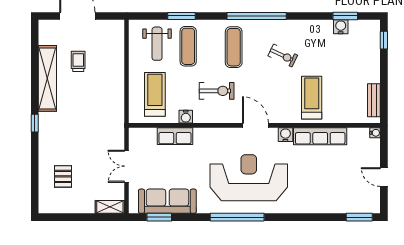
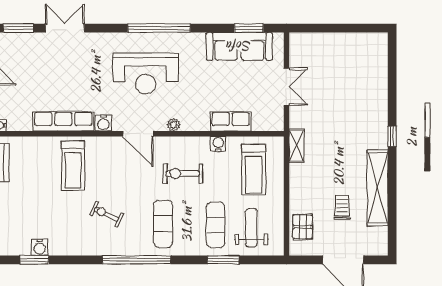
trolley: (78, 61) -> (342, 207), turned 180
plant: (225, 133) -> (173, 125), added
pallet: (63, 176) -> (303, 227), moved
reception desk: (249, 178) -> (146, 73), width x0.74, depth x0.77
shelving: (110, 207) -> (297, 146), moved, turned 90
double door: (319, 217) -> (65, 28), added

